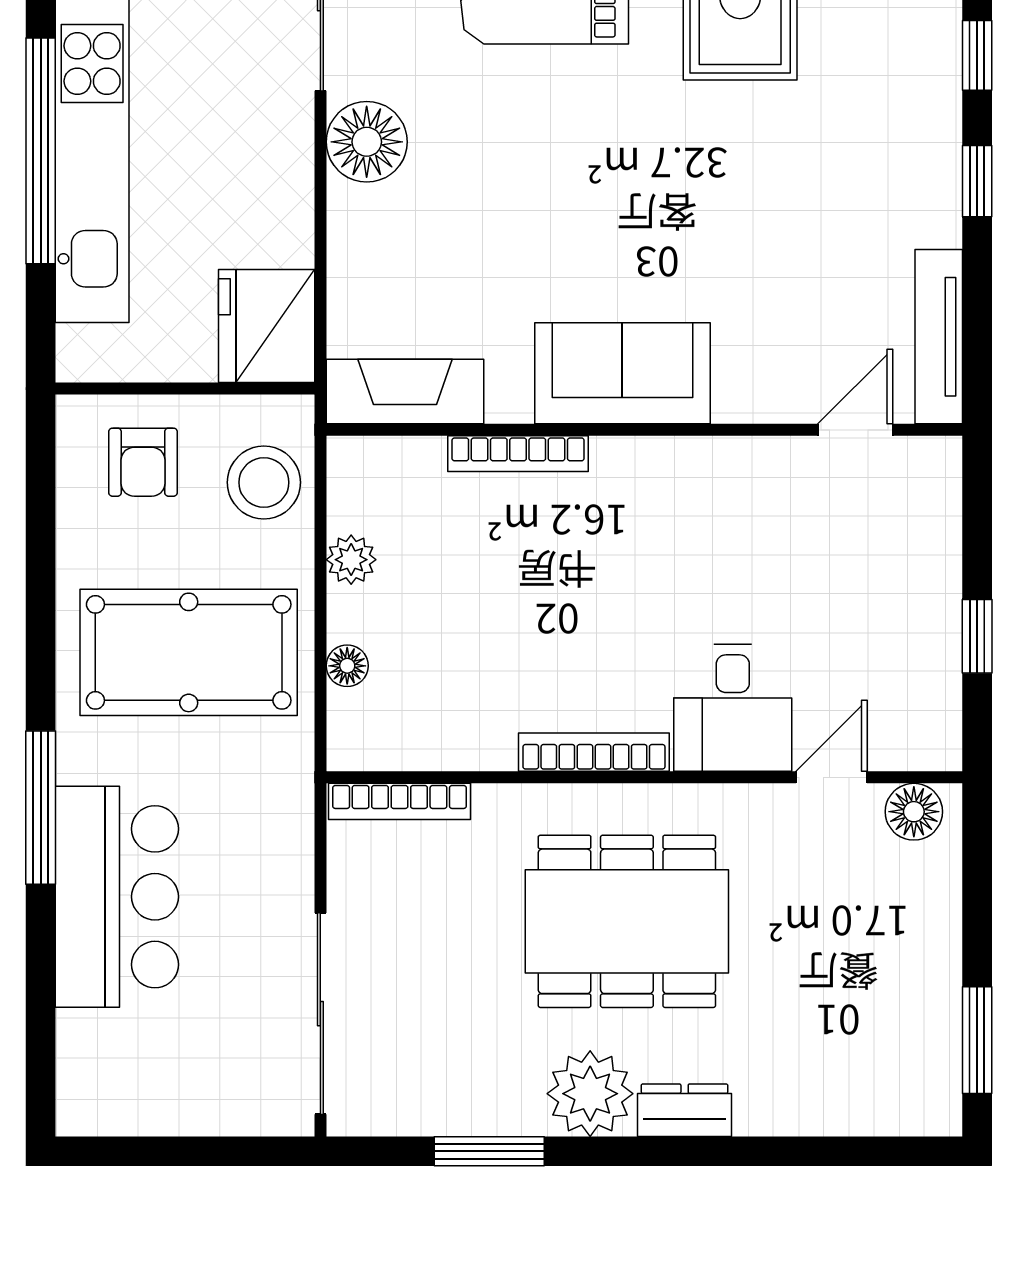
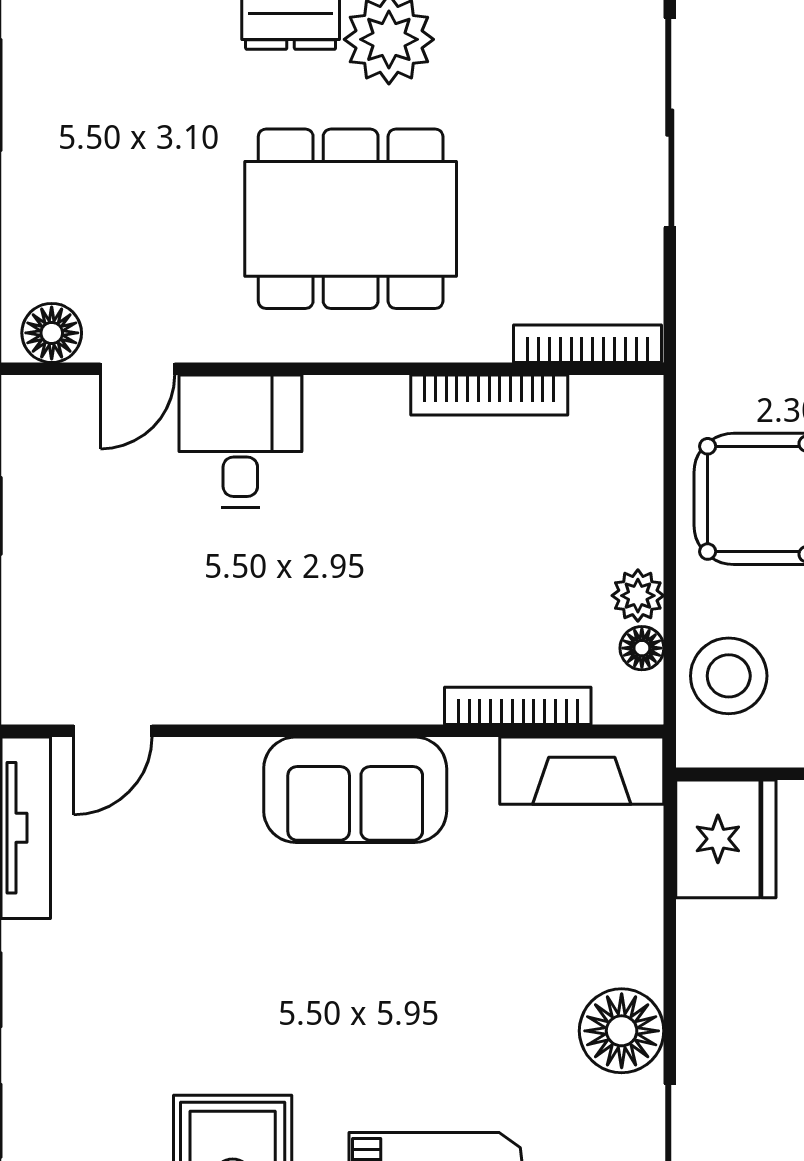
bookcase: (518, 454) -> (518, 706), moved
floor lamp: (347, 666) -> (642, 648), moved
bookcase: (594, 752) -> (489, 395), moved

